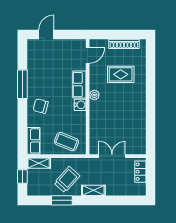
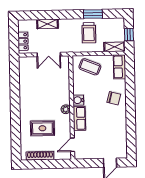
window: (22, 84) -> (131, 118), removed
trolley: (67, 180) -> (89, 33), turned -42
shelving: (93, 190) -> (47, 24), moved

